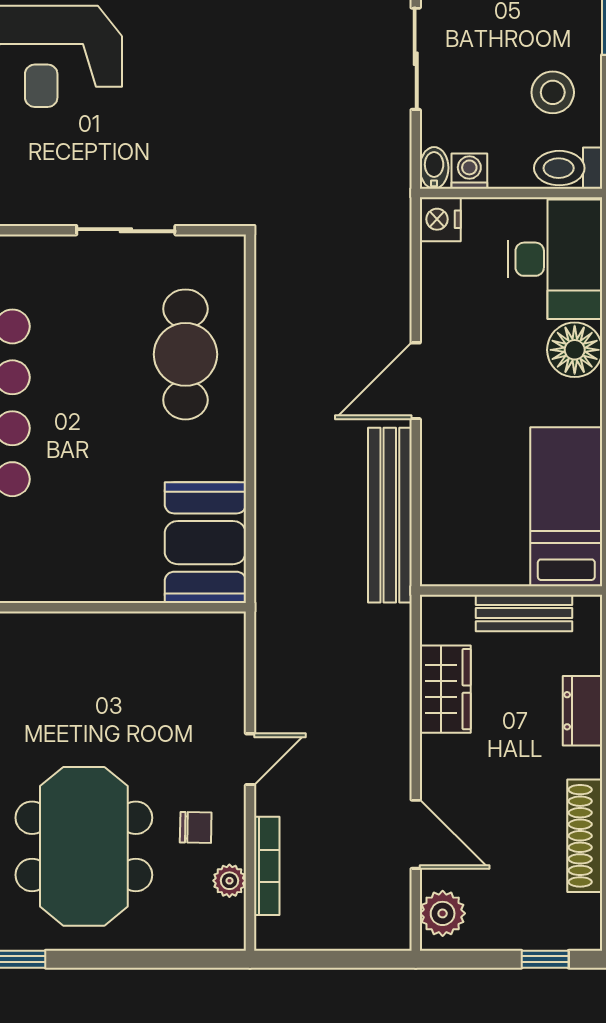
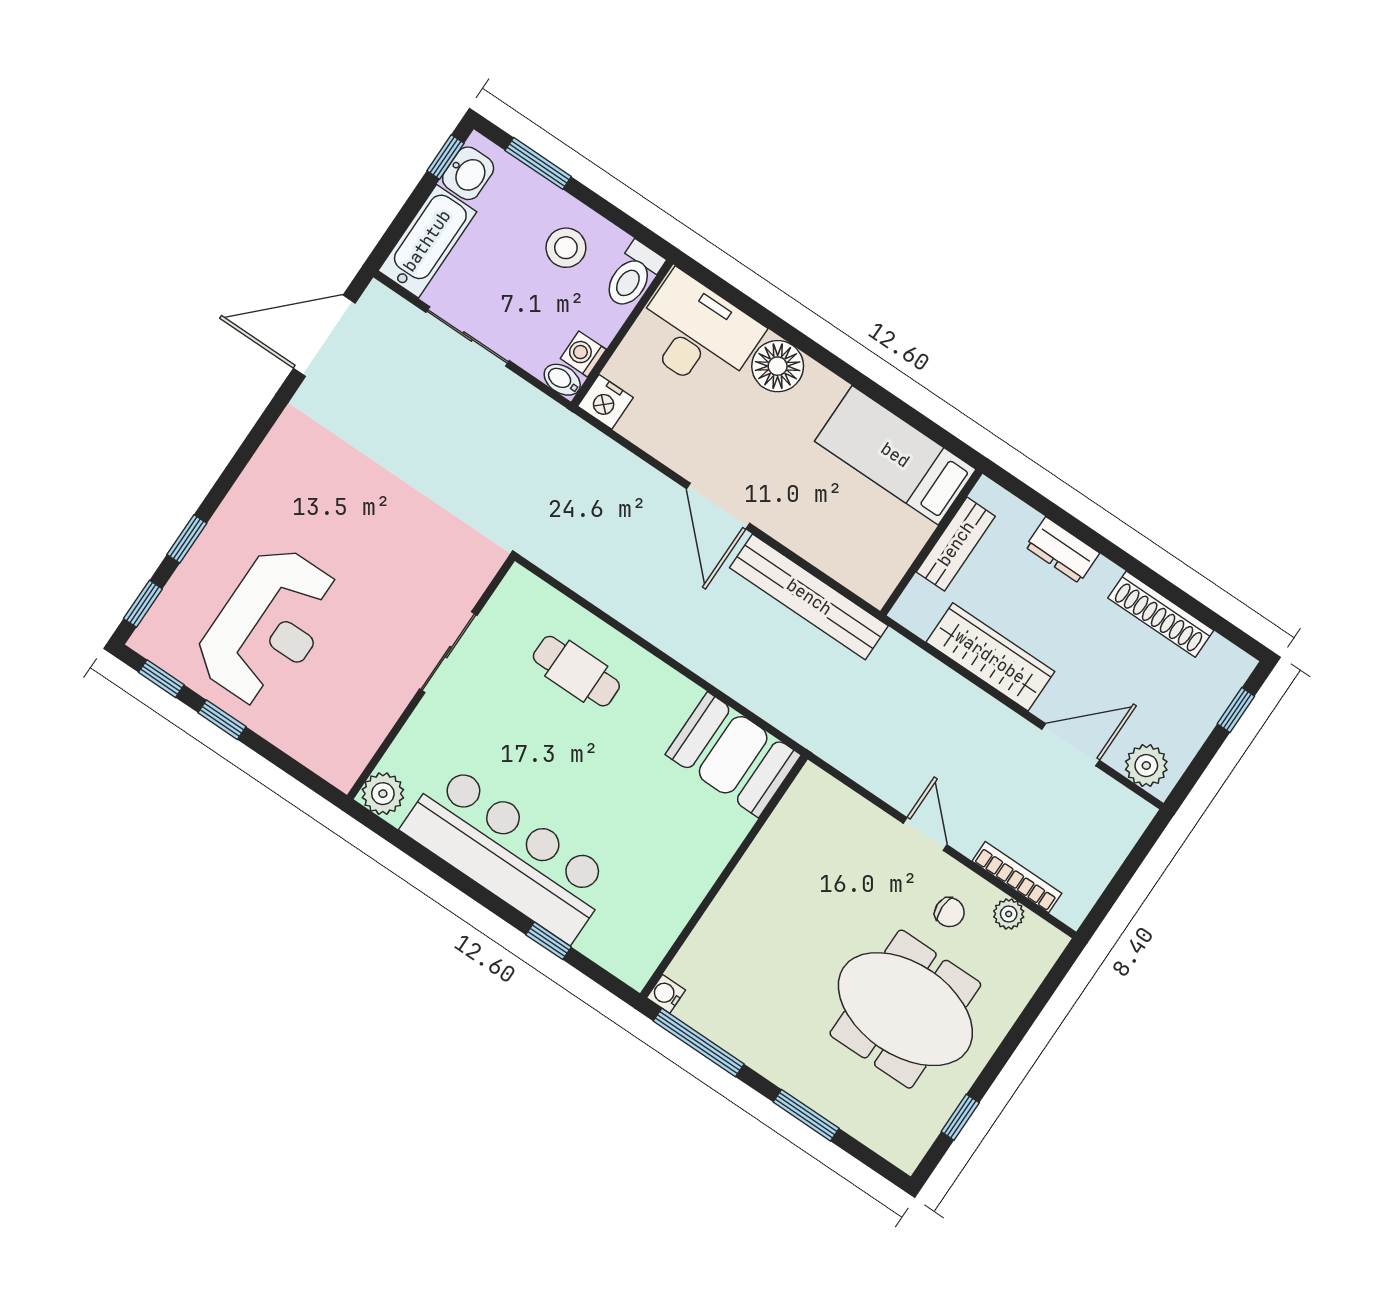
cafe table: (185, 354) -> (576, 671), width x0.73, depth x0.74
wardrobe: (445, 689) -> (990, 657), width x1.50
chair: (196, 827) -> (950, 912), turned 89

